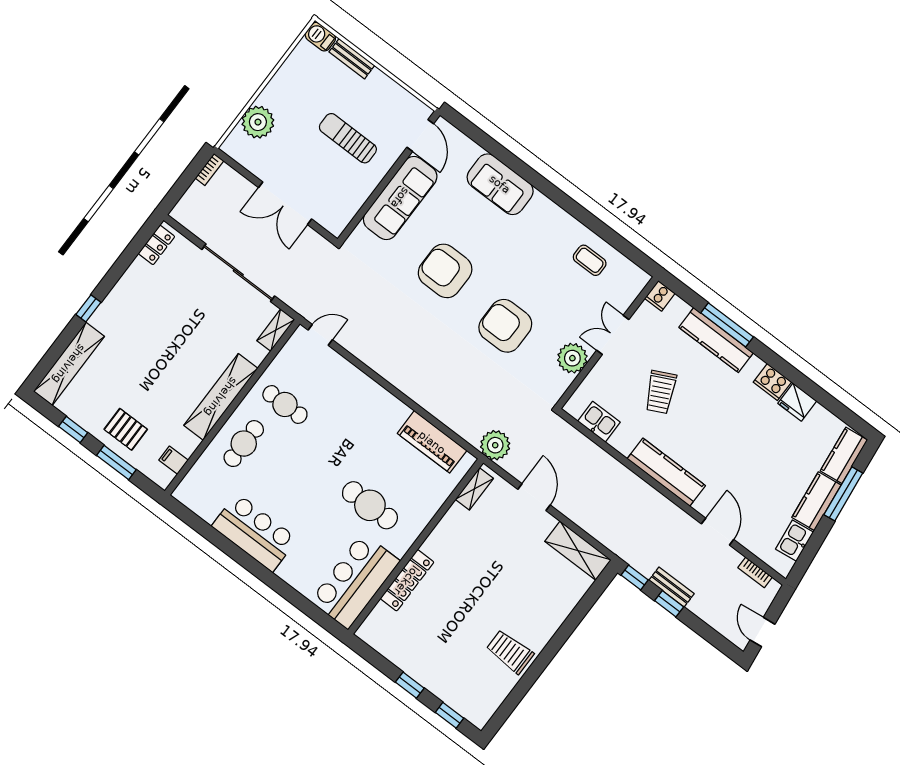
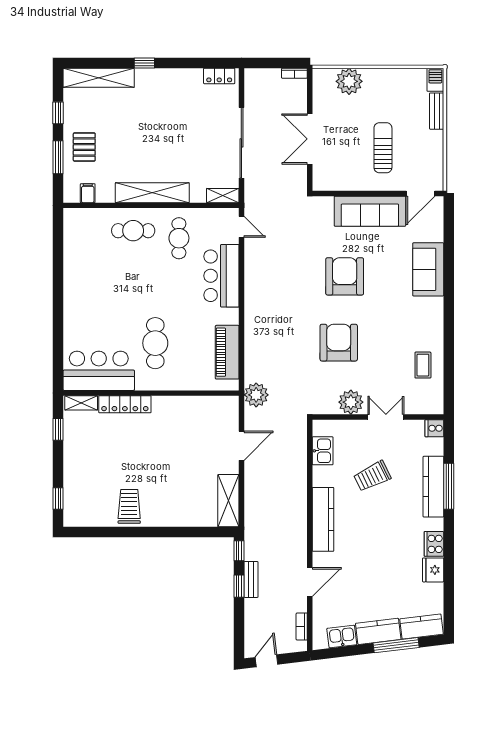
shelving: (474, 489) -> (81, 403), moved
bar counter: (255, 533) -> (221, 276), moved, turned 180
window: (410, 685) -> (58, 429), moved

